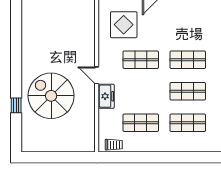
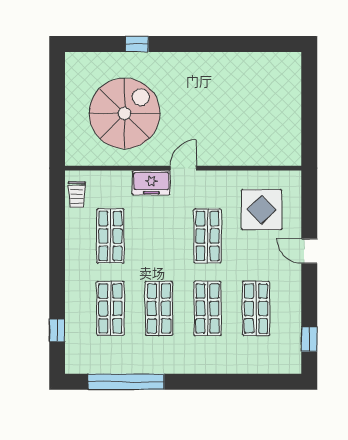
shop shelf: (188, 28) -> (256, 308), added
spiral stairs: (51, 96) -> (125, 113), moved
window: (202, 157) -> (57, 330), added

